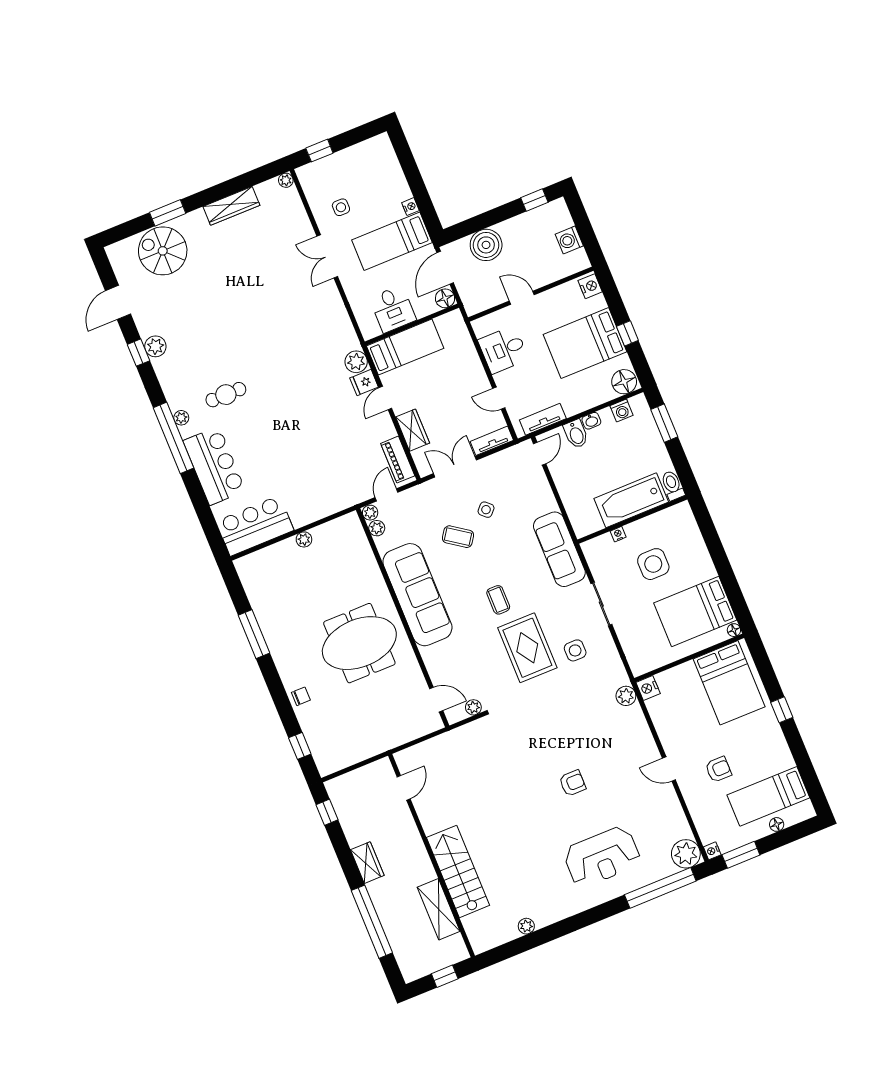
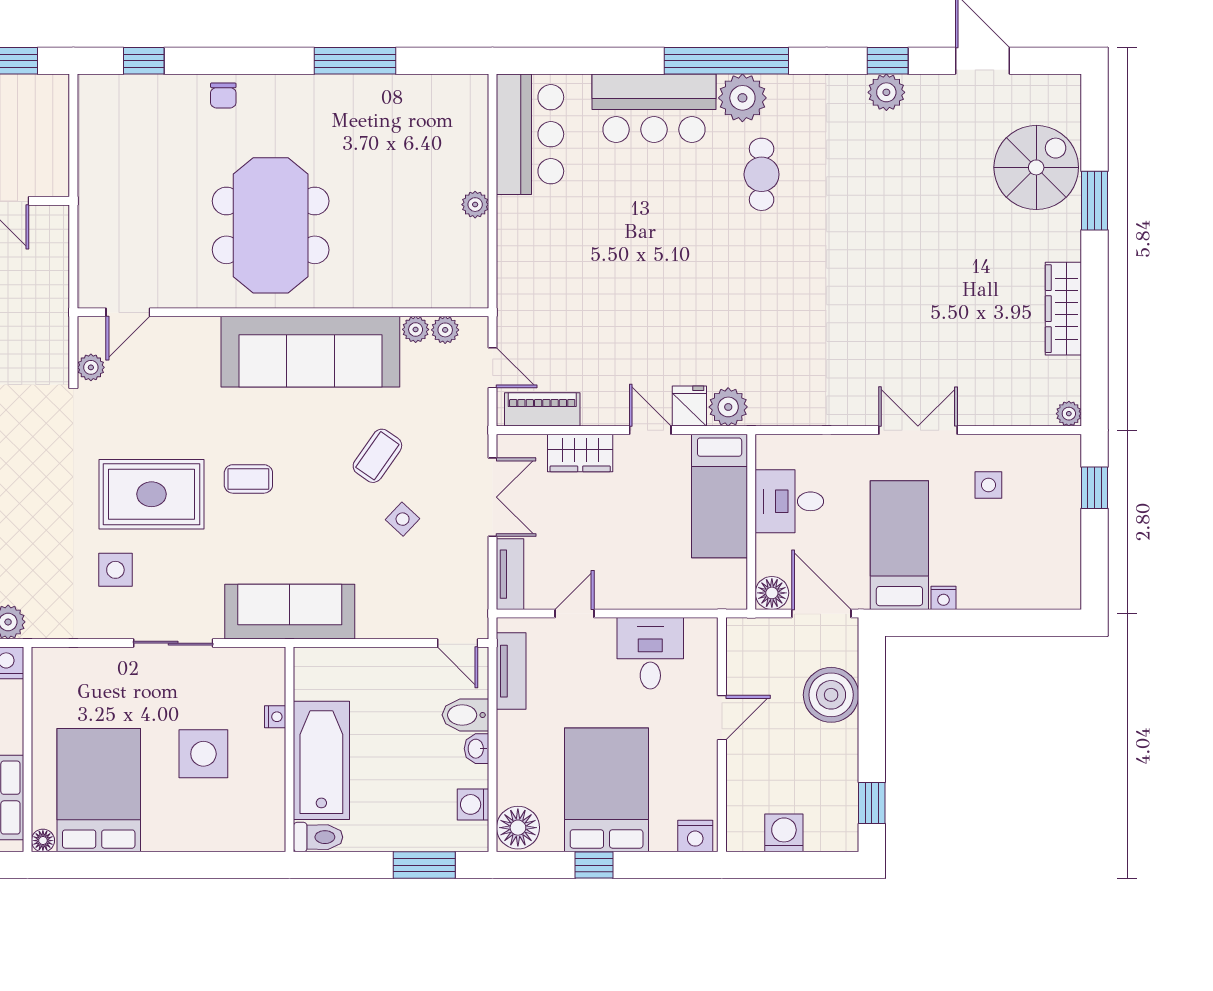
plant: (181, 418) -> (742, 98), width x1.87, depth x1.87
plant: (370, 513) -> (416, 329), moved

